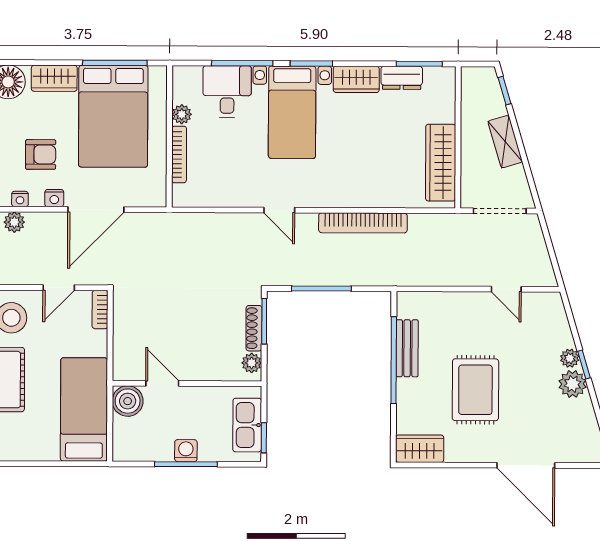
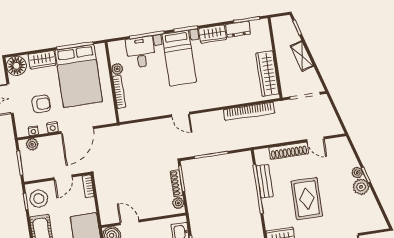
bookcase: (363, 223) -> (249, 111), moved
shoe rack: (457, 302) -> (289, 151), added

